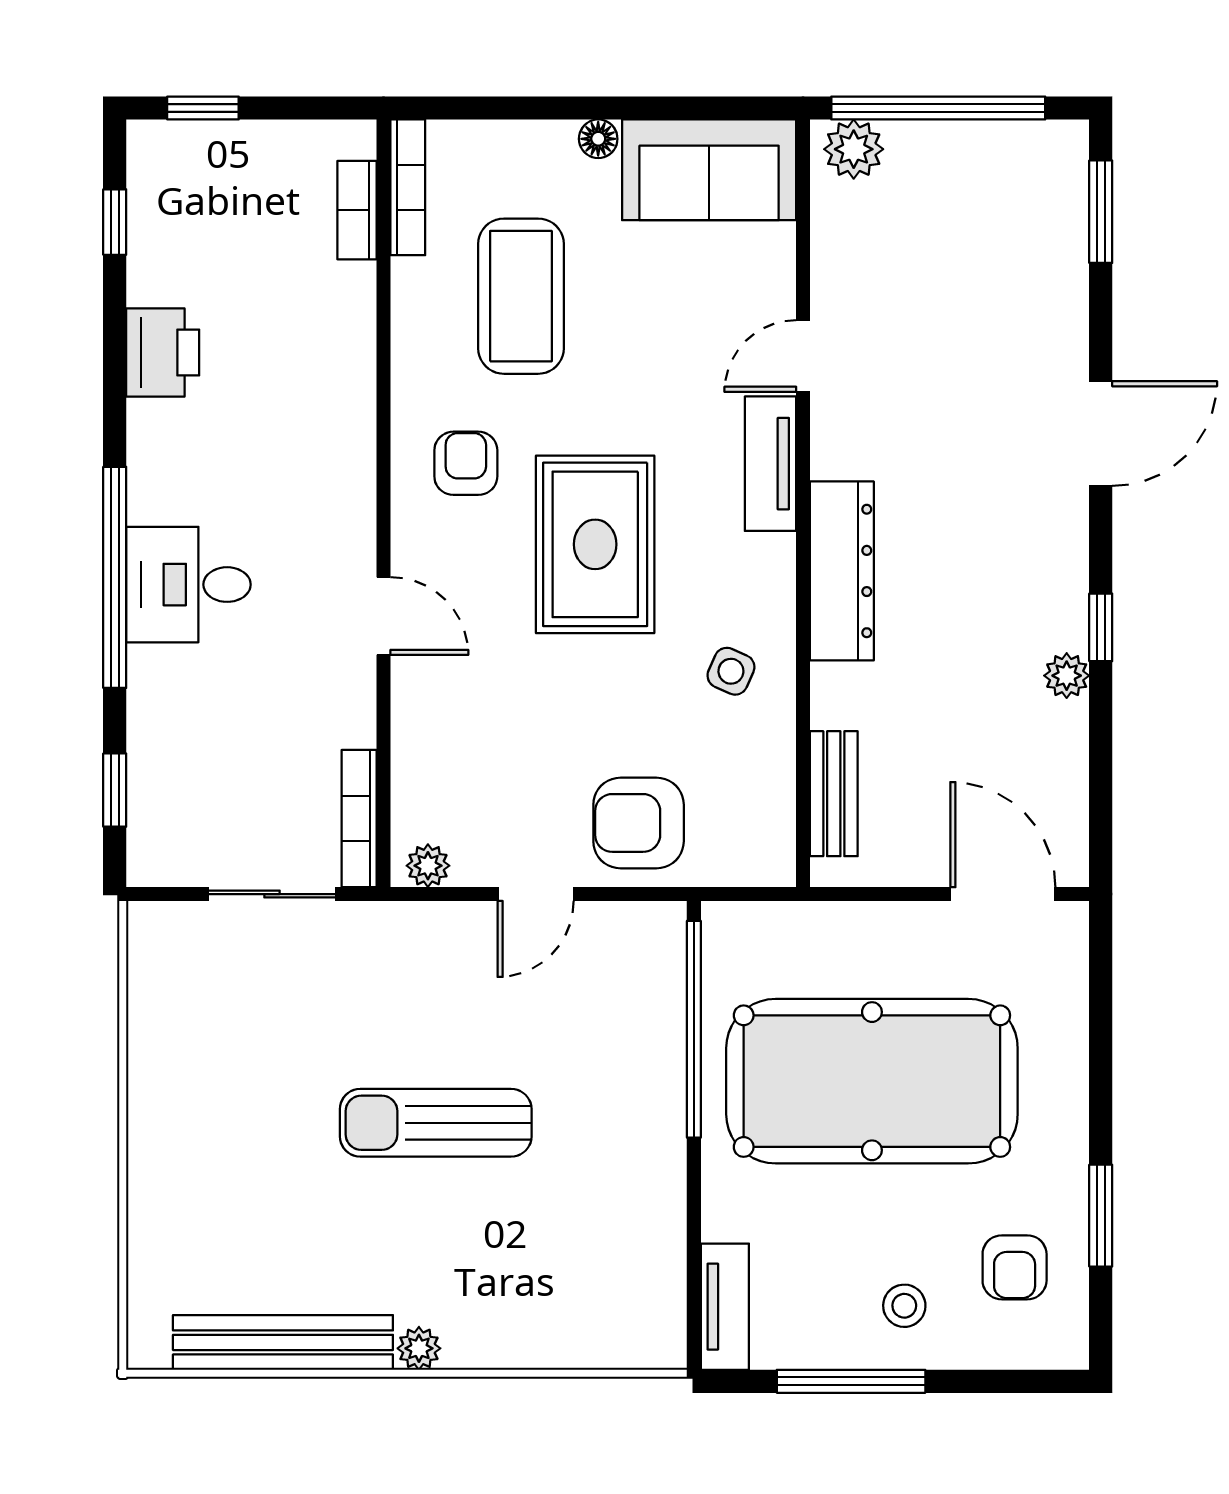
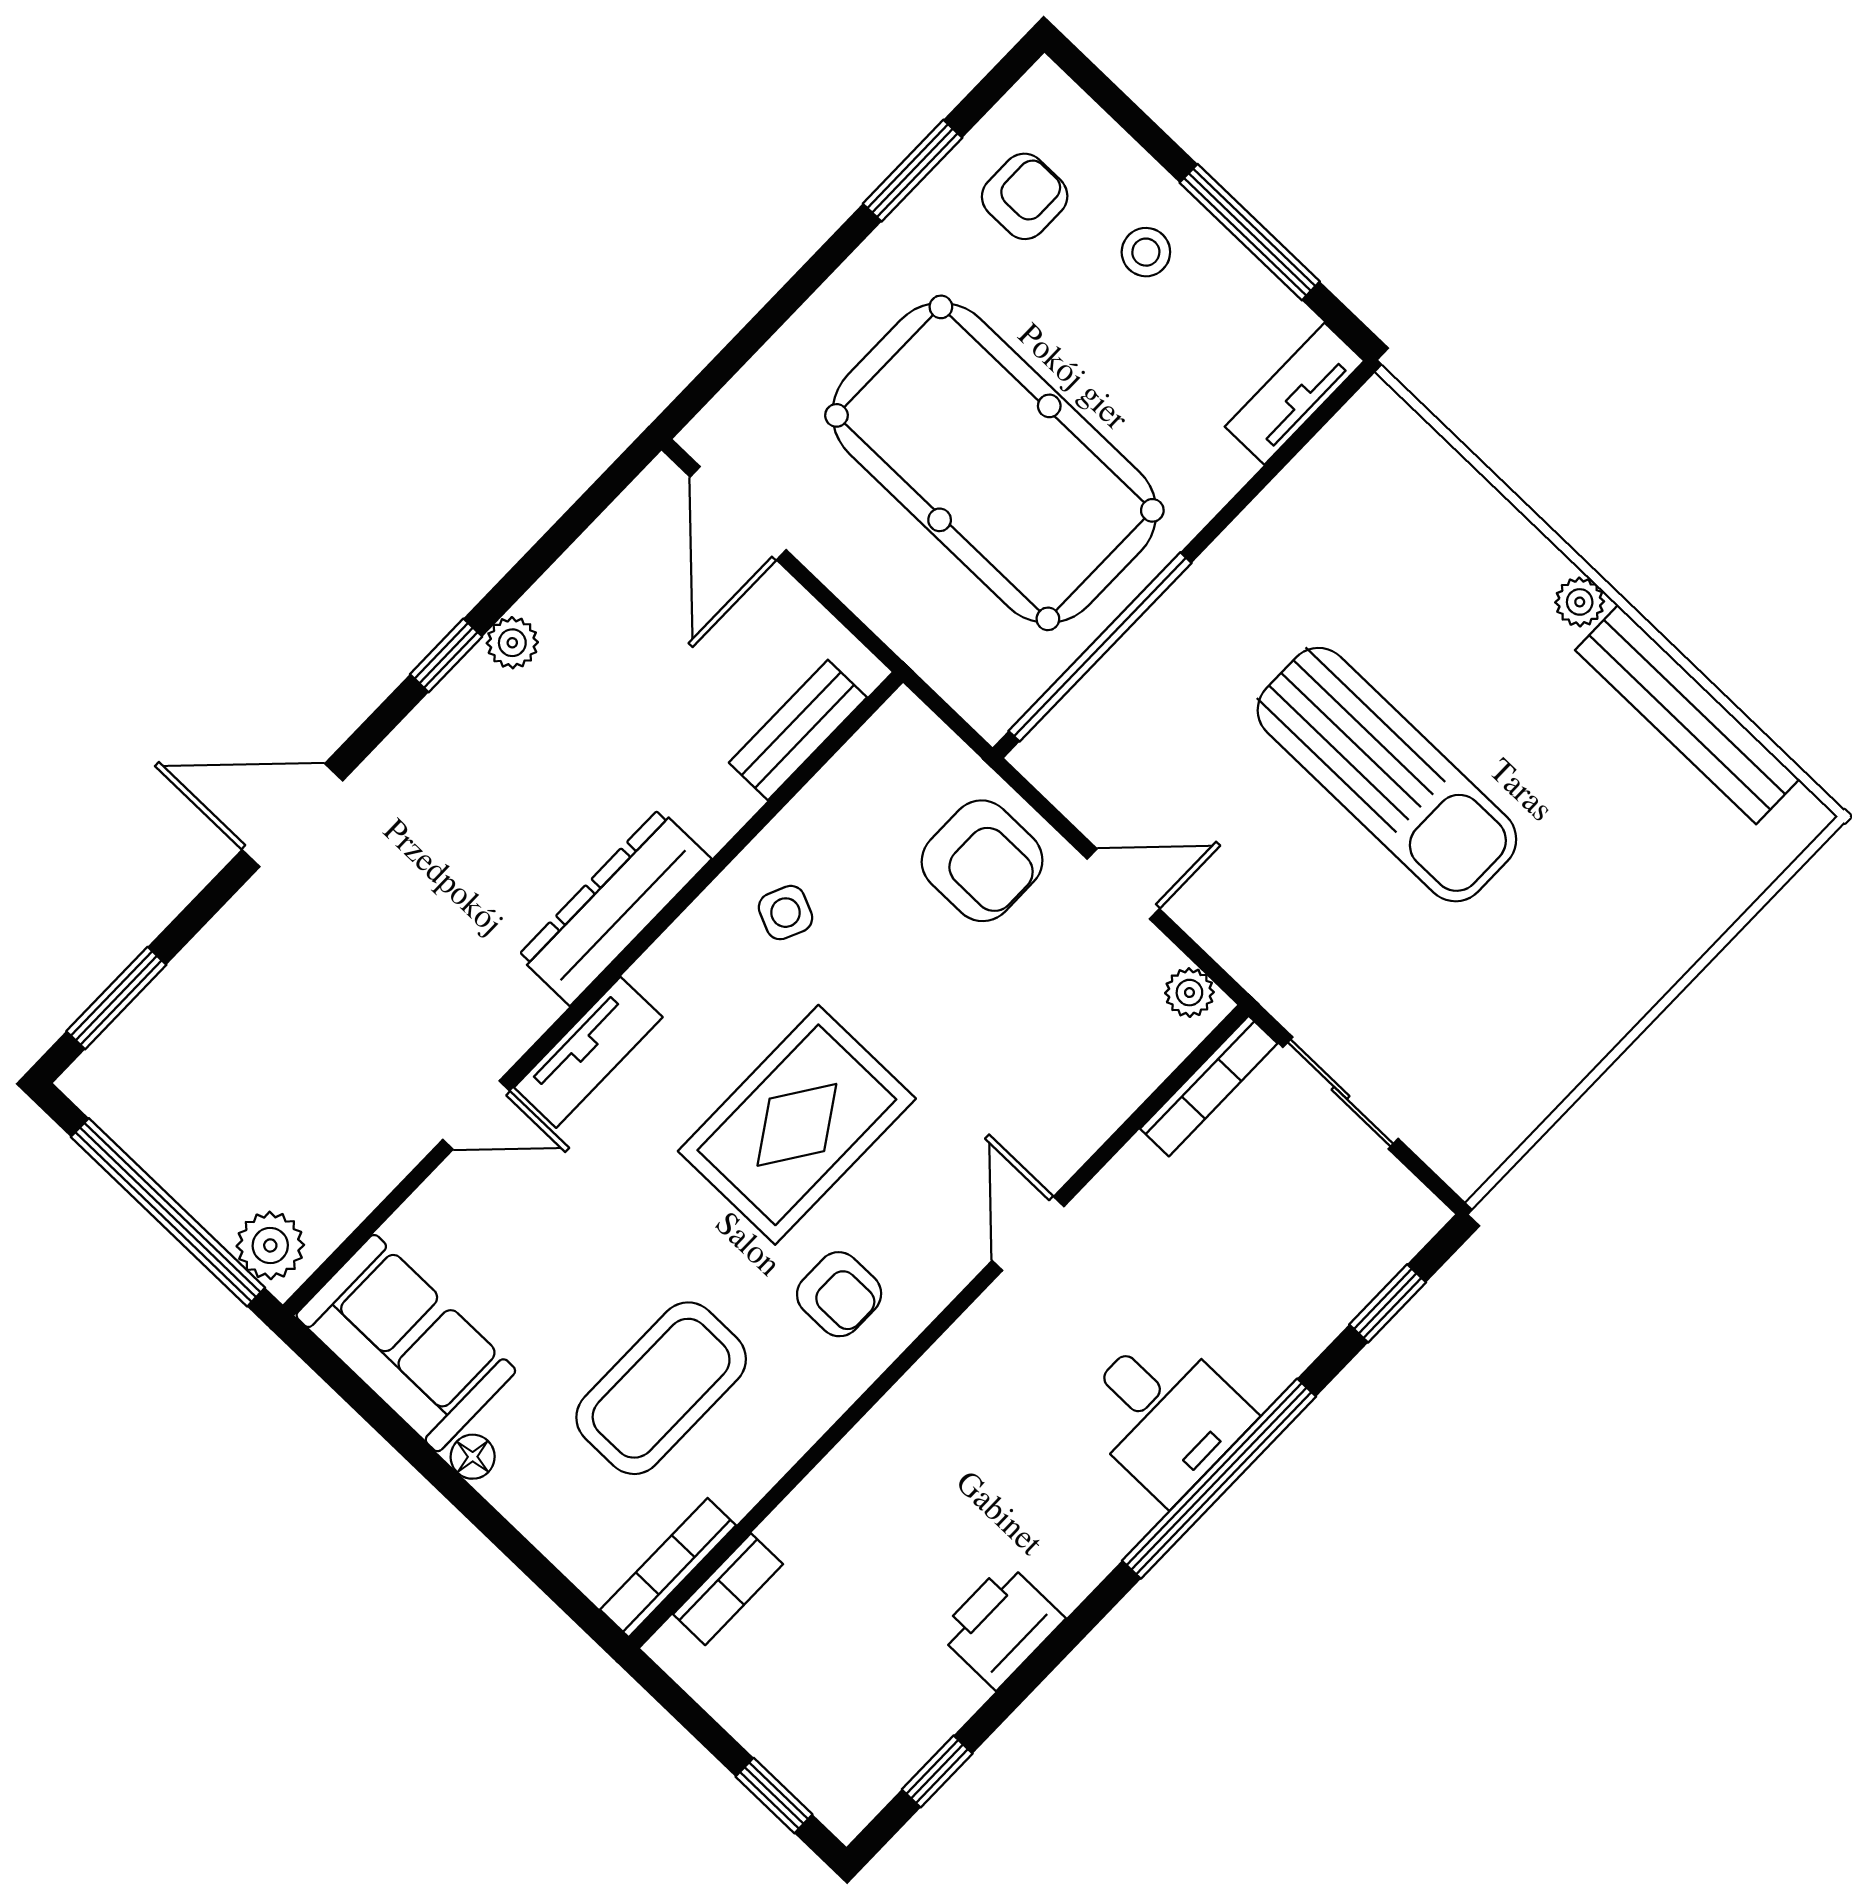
armchair: (466, 463) -> (839, 1294), turned -90
sun lounger: (436, 1123) -> (1387, 775), width x1.36, depth x1.34

